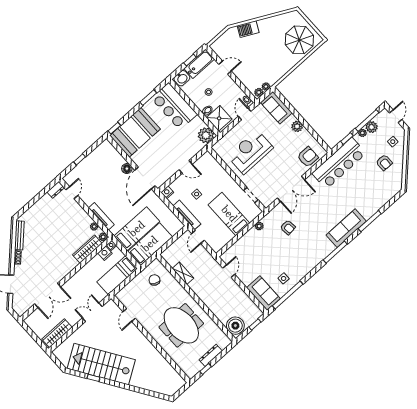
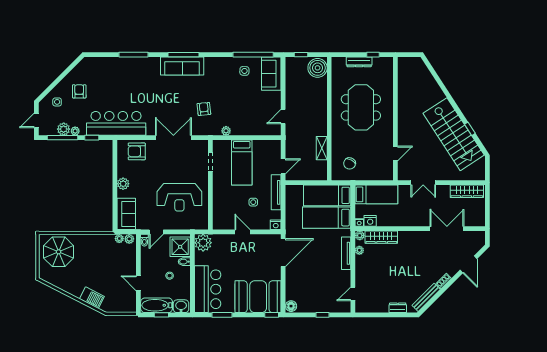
floor lamp: (127, 169) -> (291, 306), moved
dresser: (56, 190) -> (398, 308), moved
sofa: (346, 228) -> (182, 66), moved

